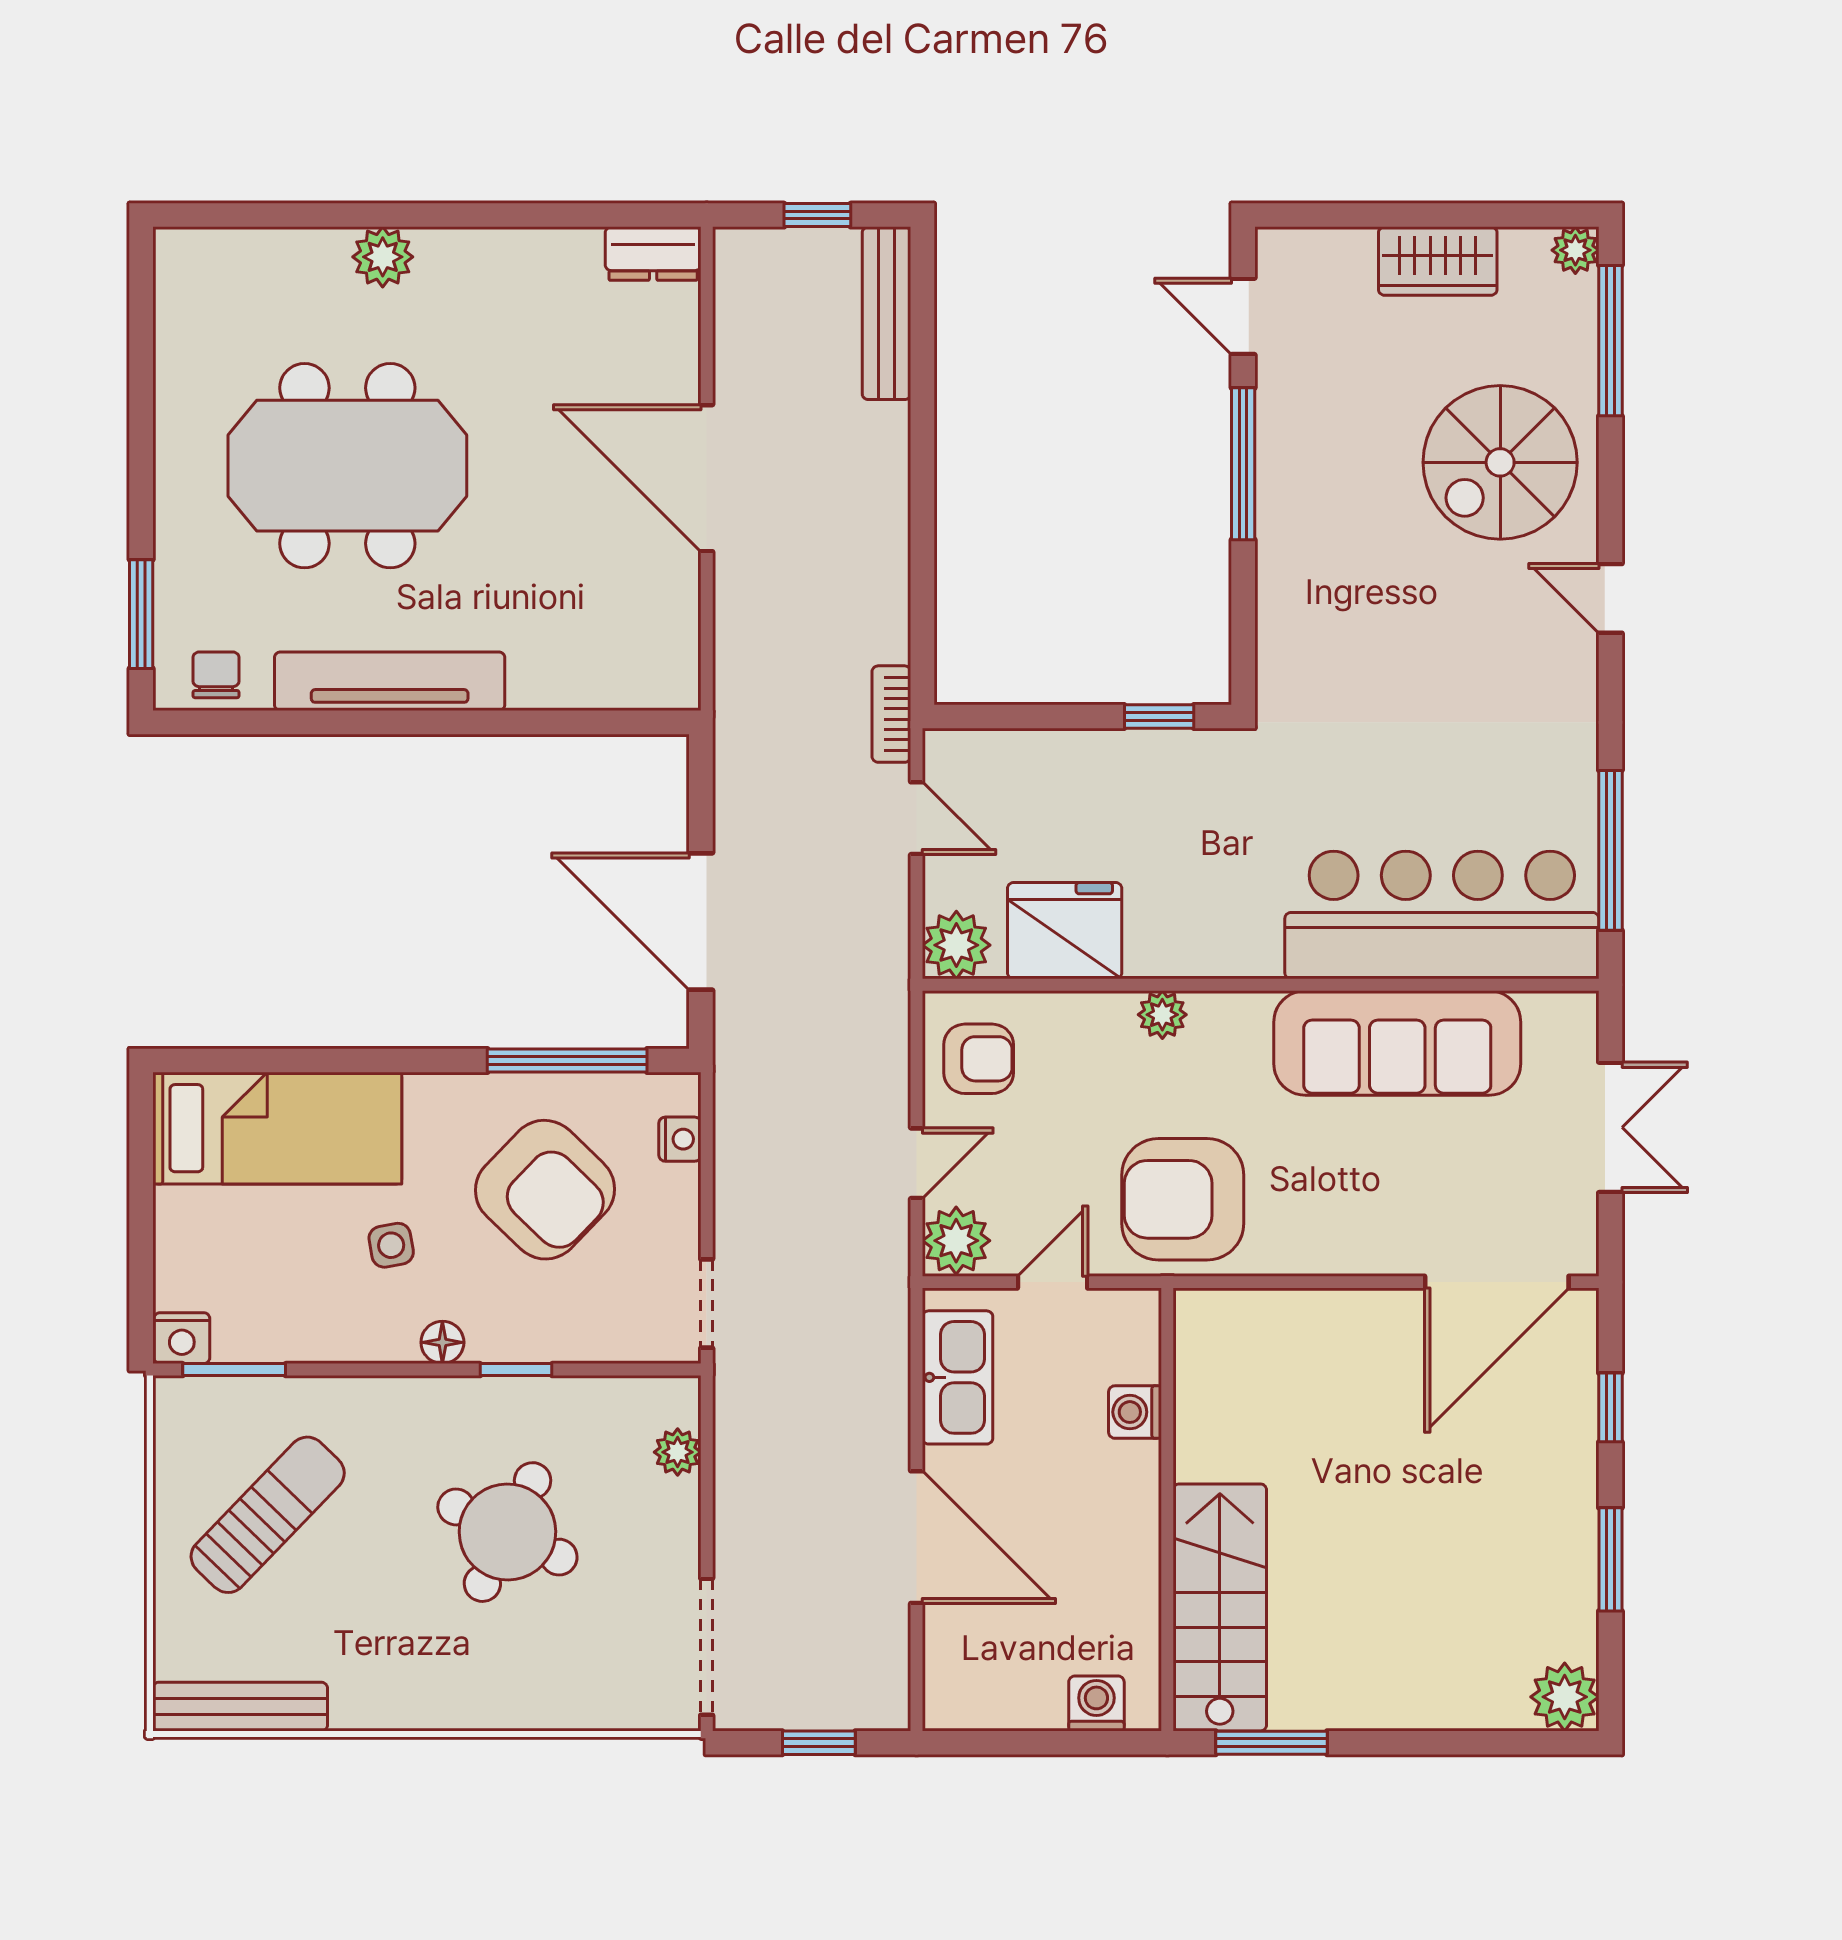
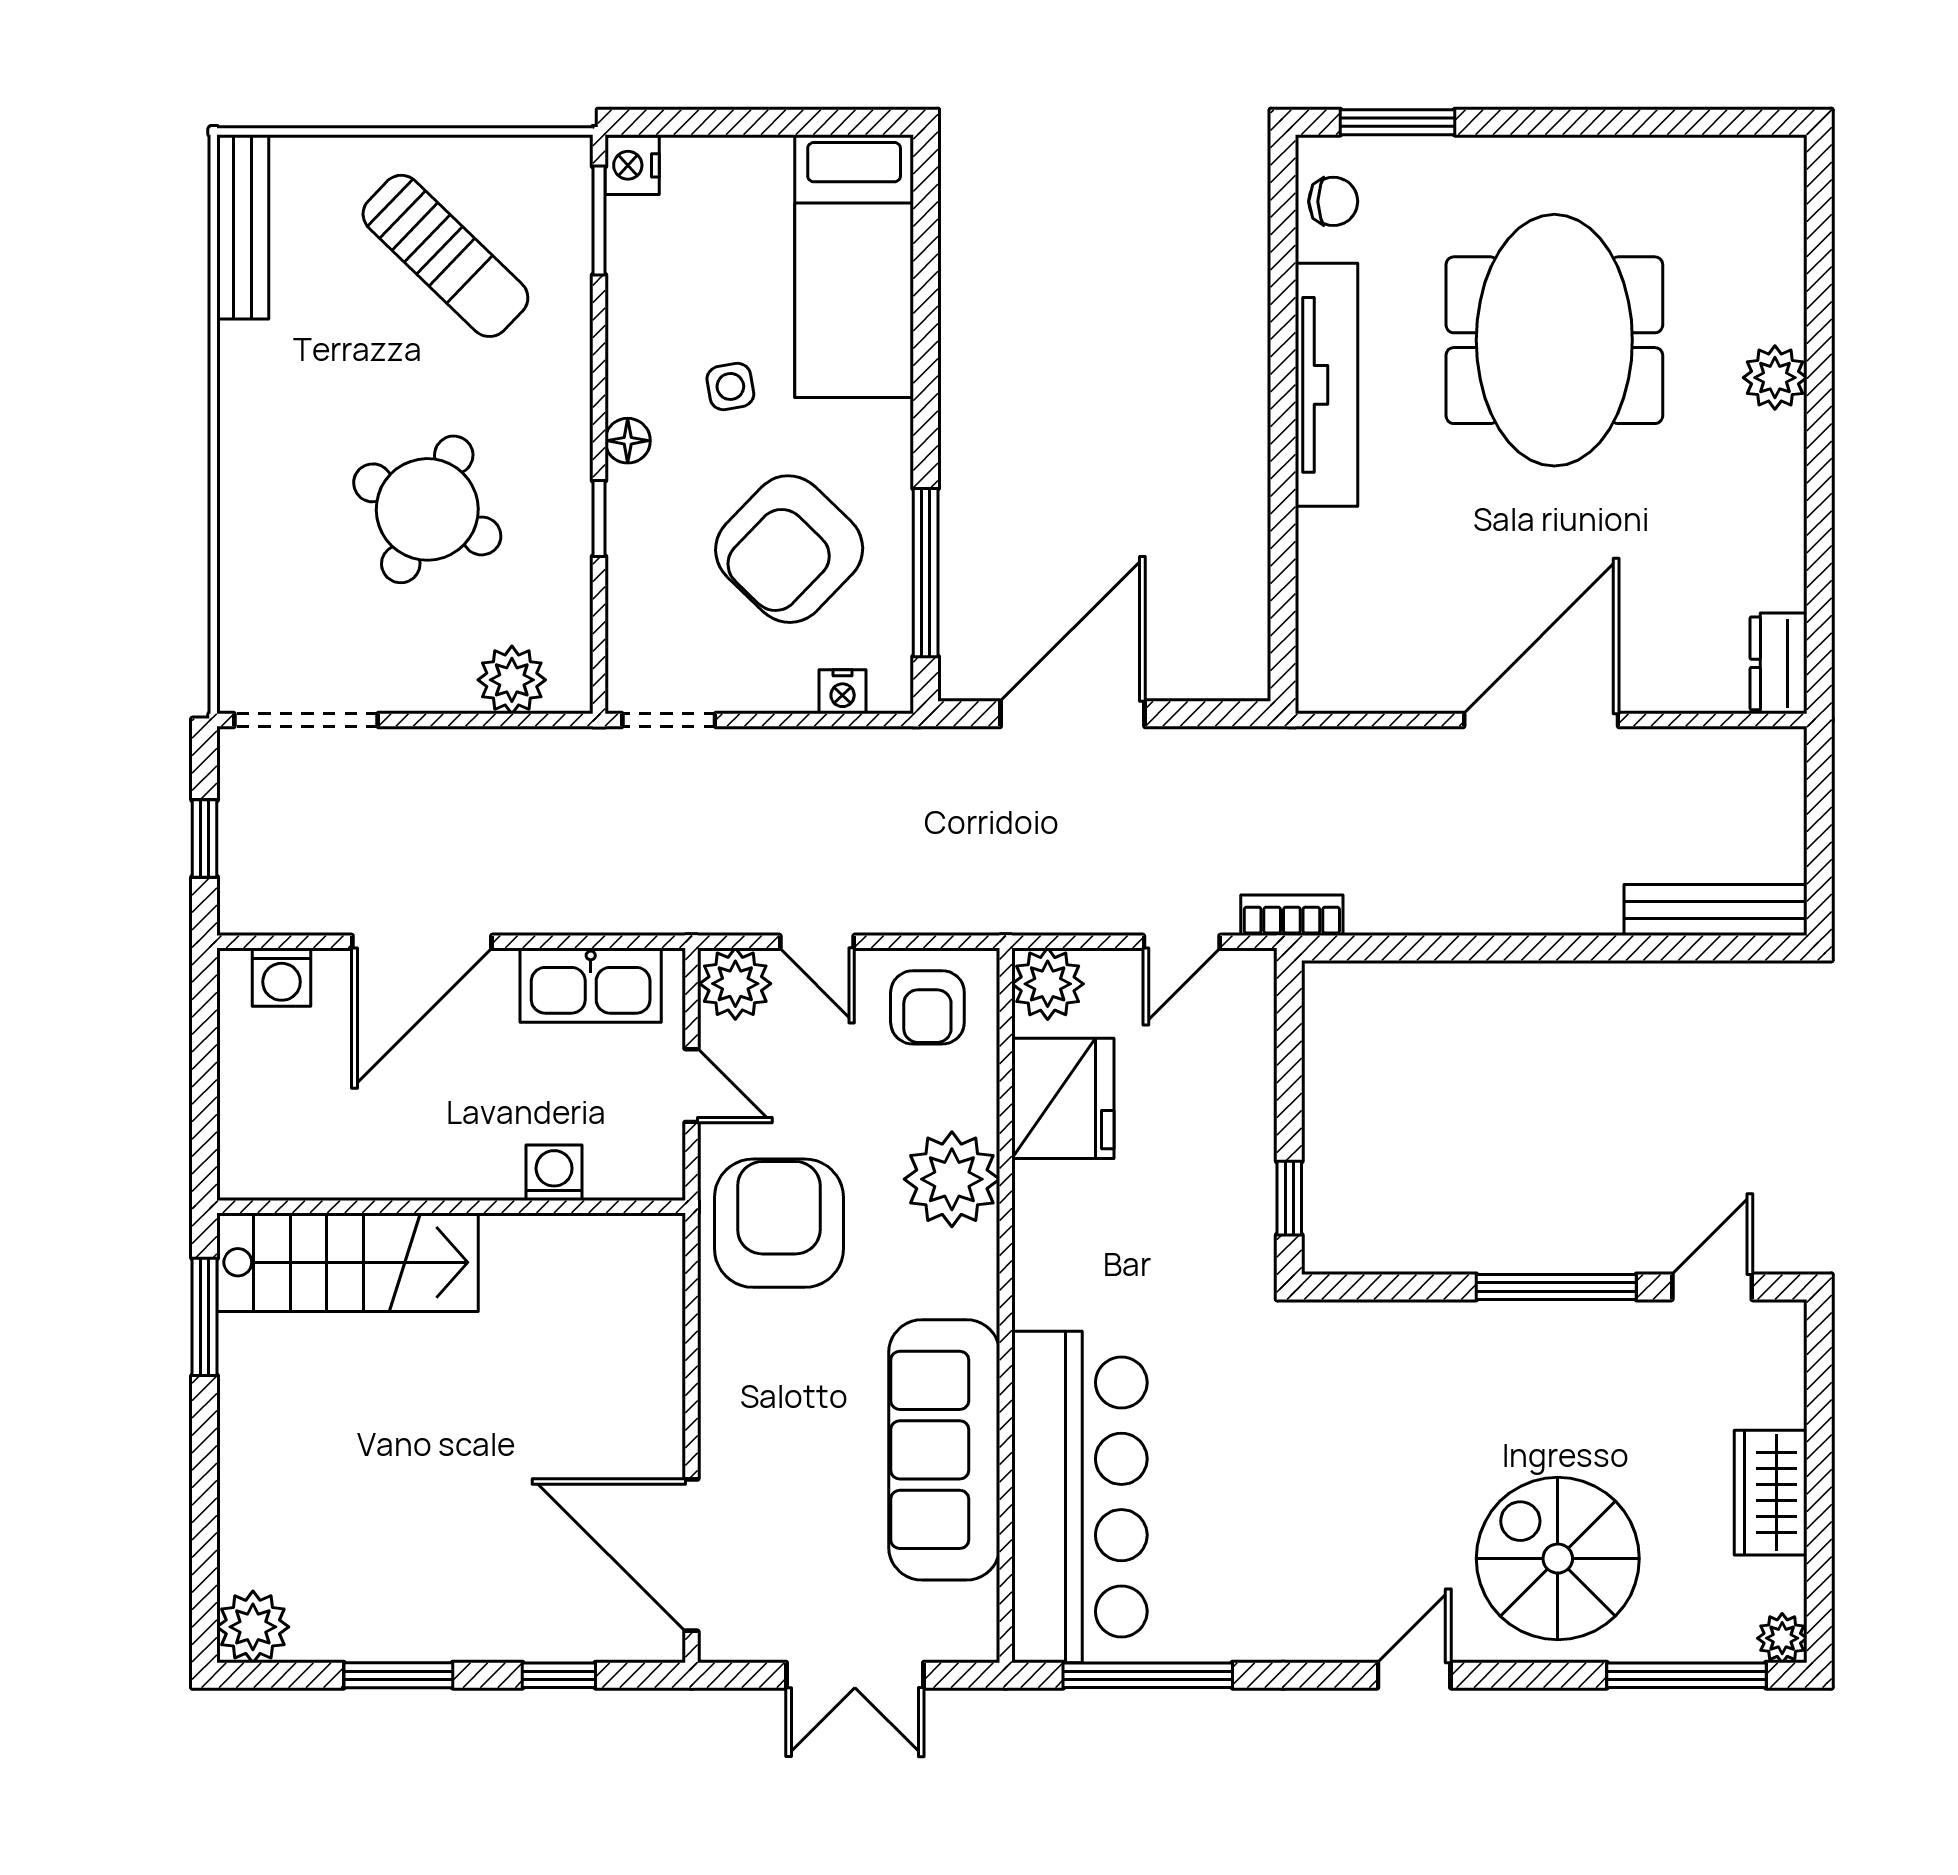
window: (817, 215) -> (1819, 837), removed
plant: (1162, 1015) -> (952, 1179), width x1.88, depth x1.88
plant: (678, 1452) -> (512, 680), width x1.38, depth x1.38
washing machine: (1096, 1703) -> (282, 977), moved, turned 90

